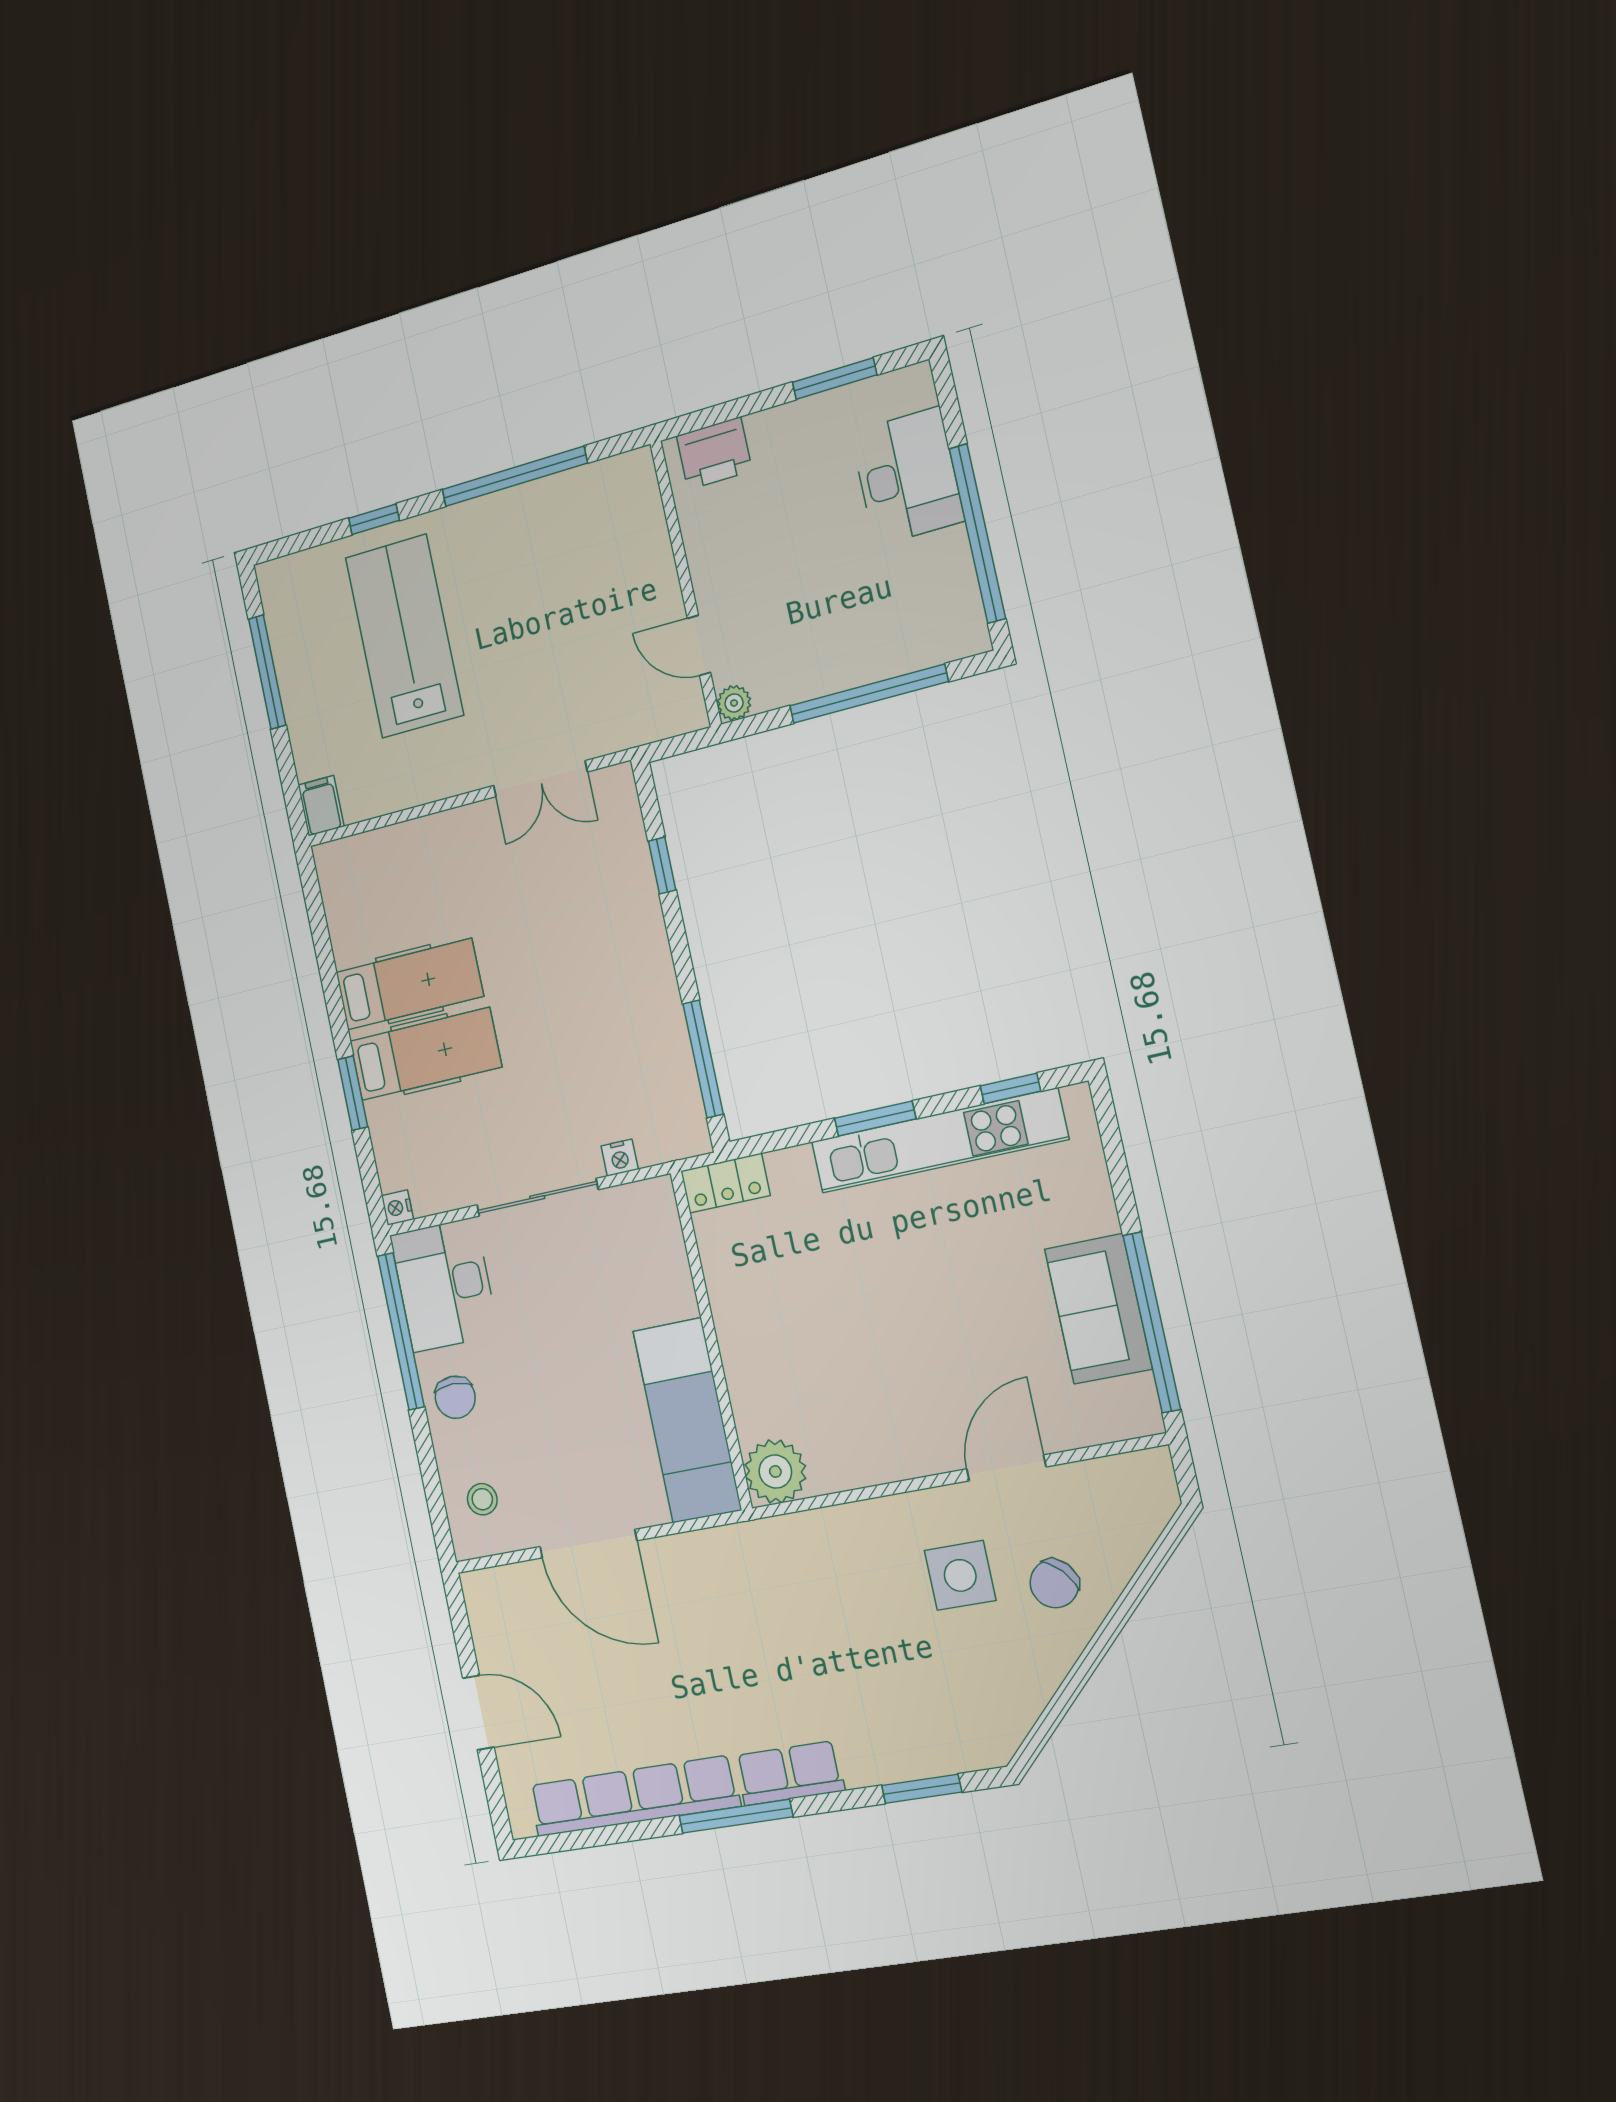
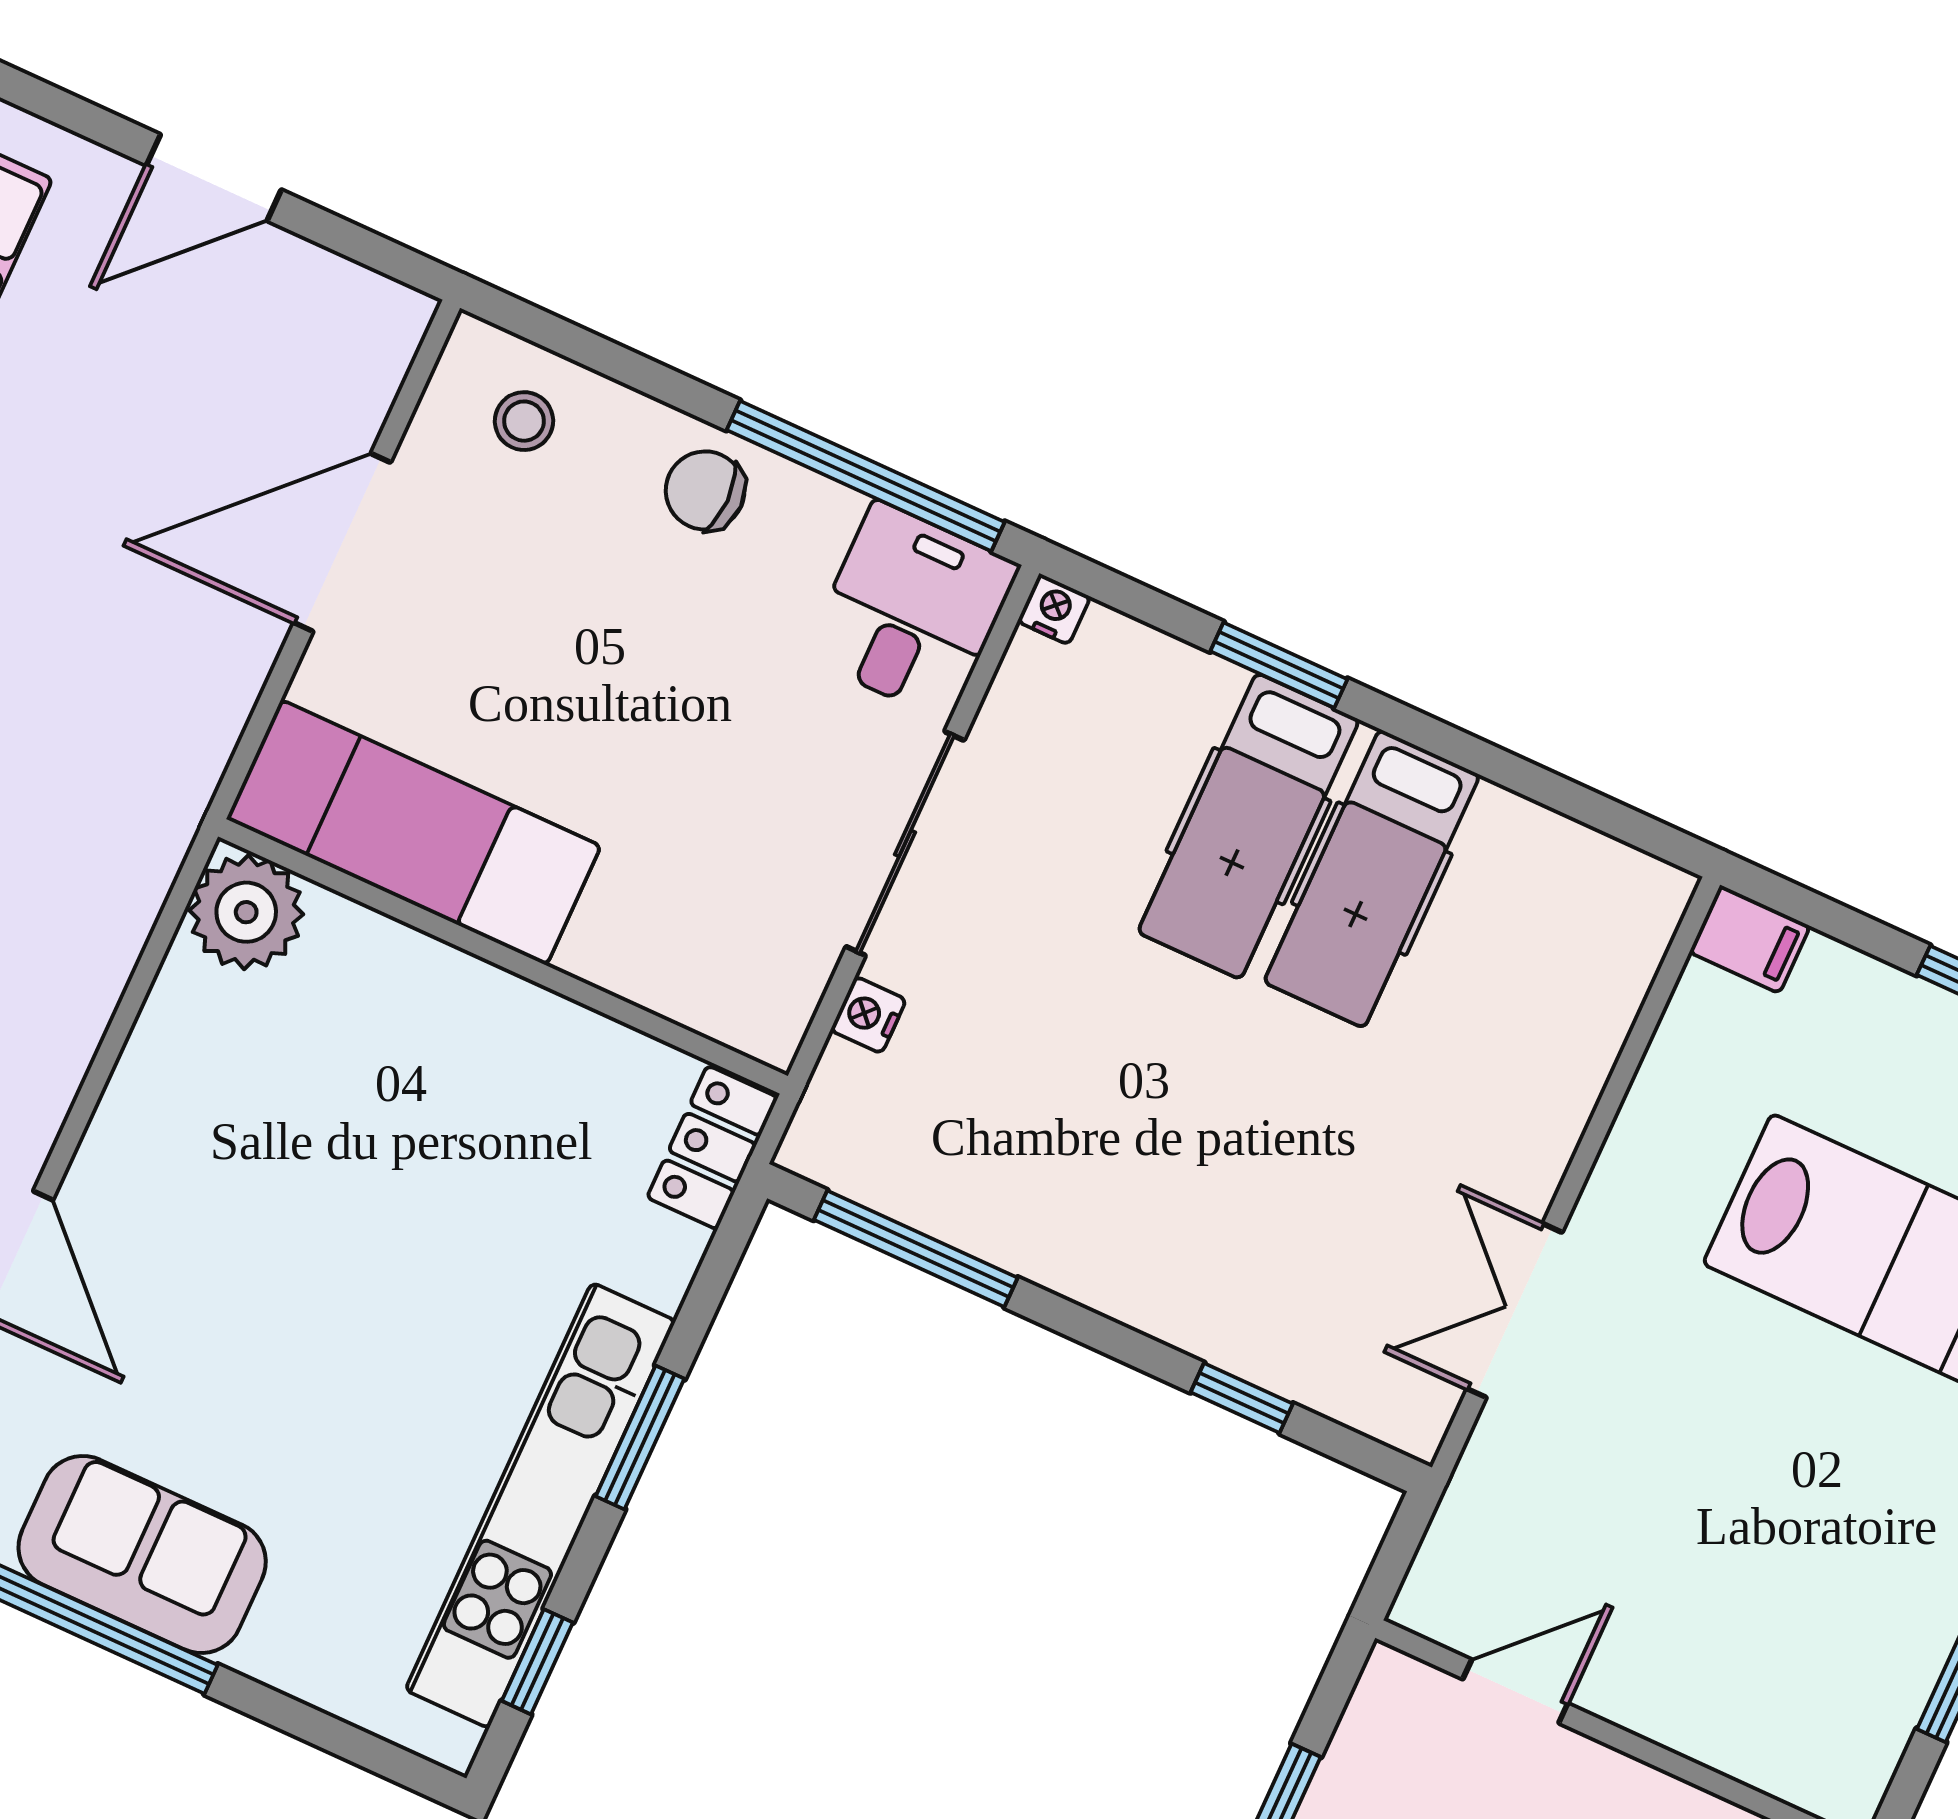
plant: (734, 703) -> (1391, 1679), removed
desk: (444, 1285) -> (912, 611), width x0.73

